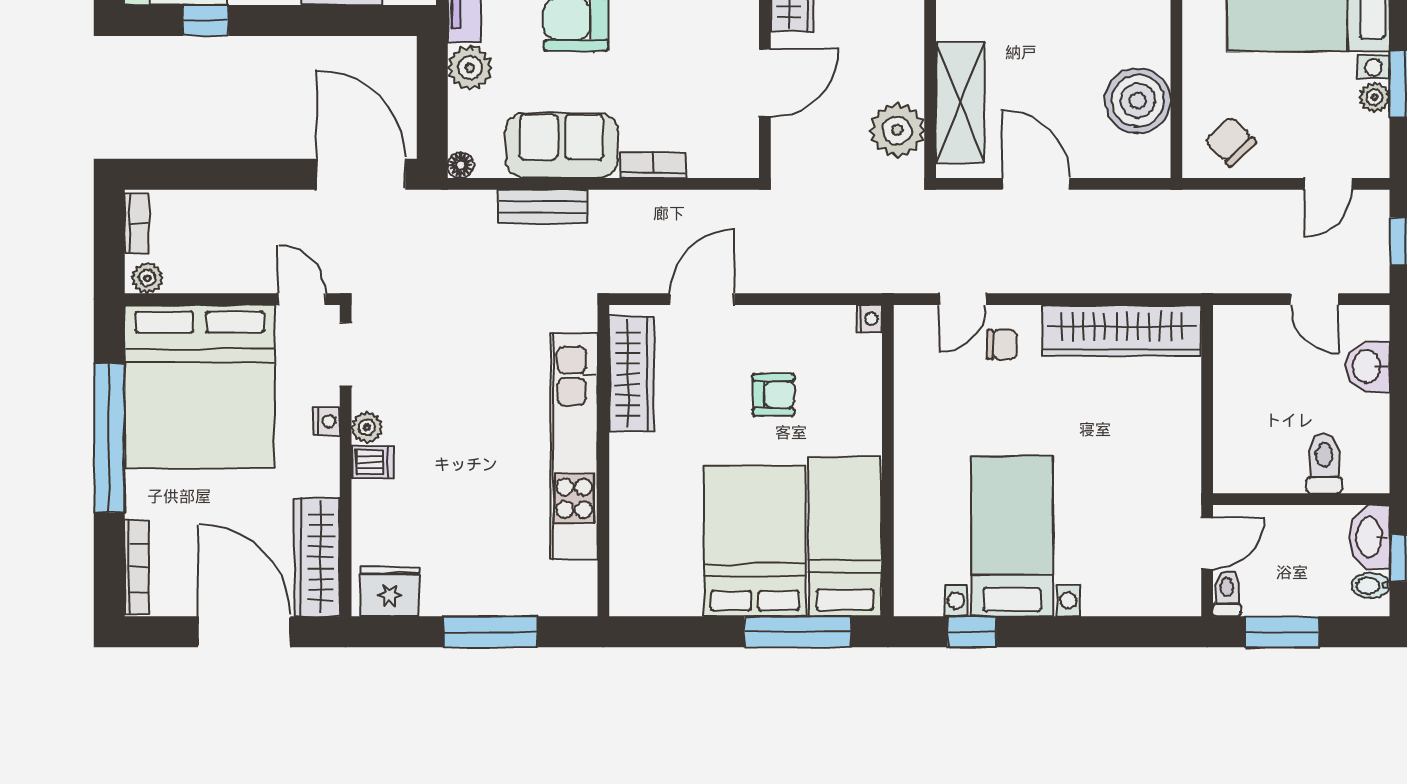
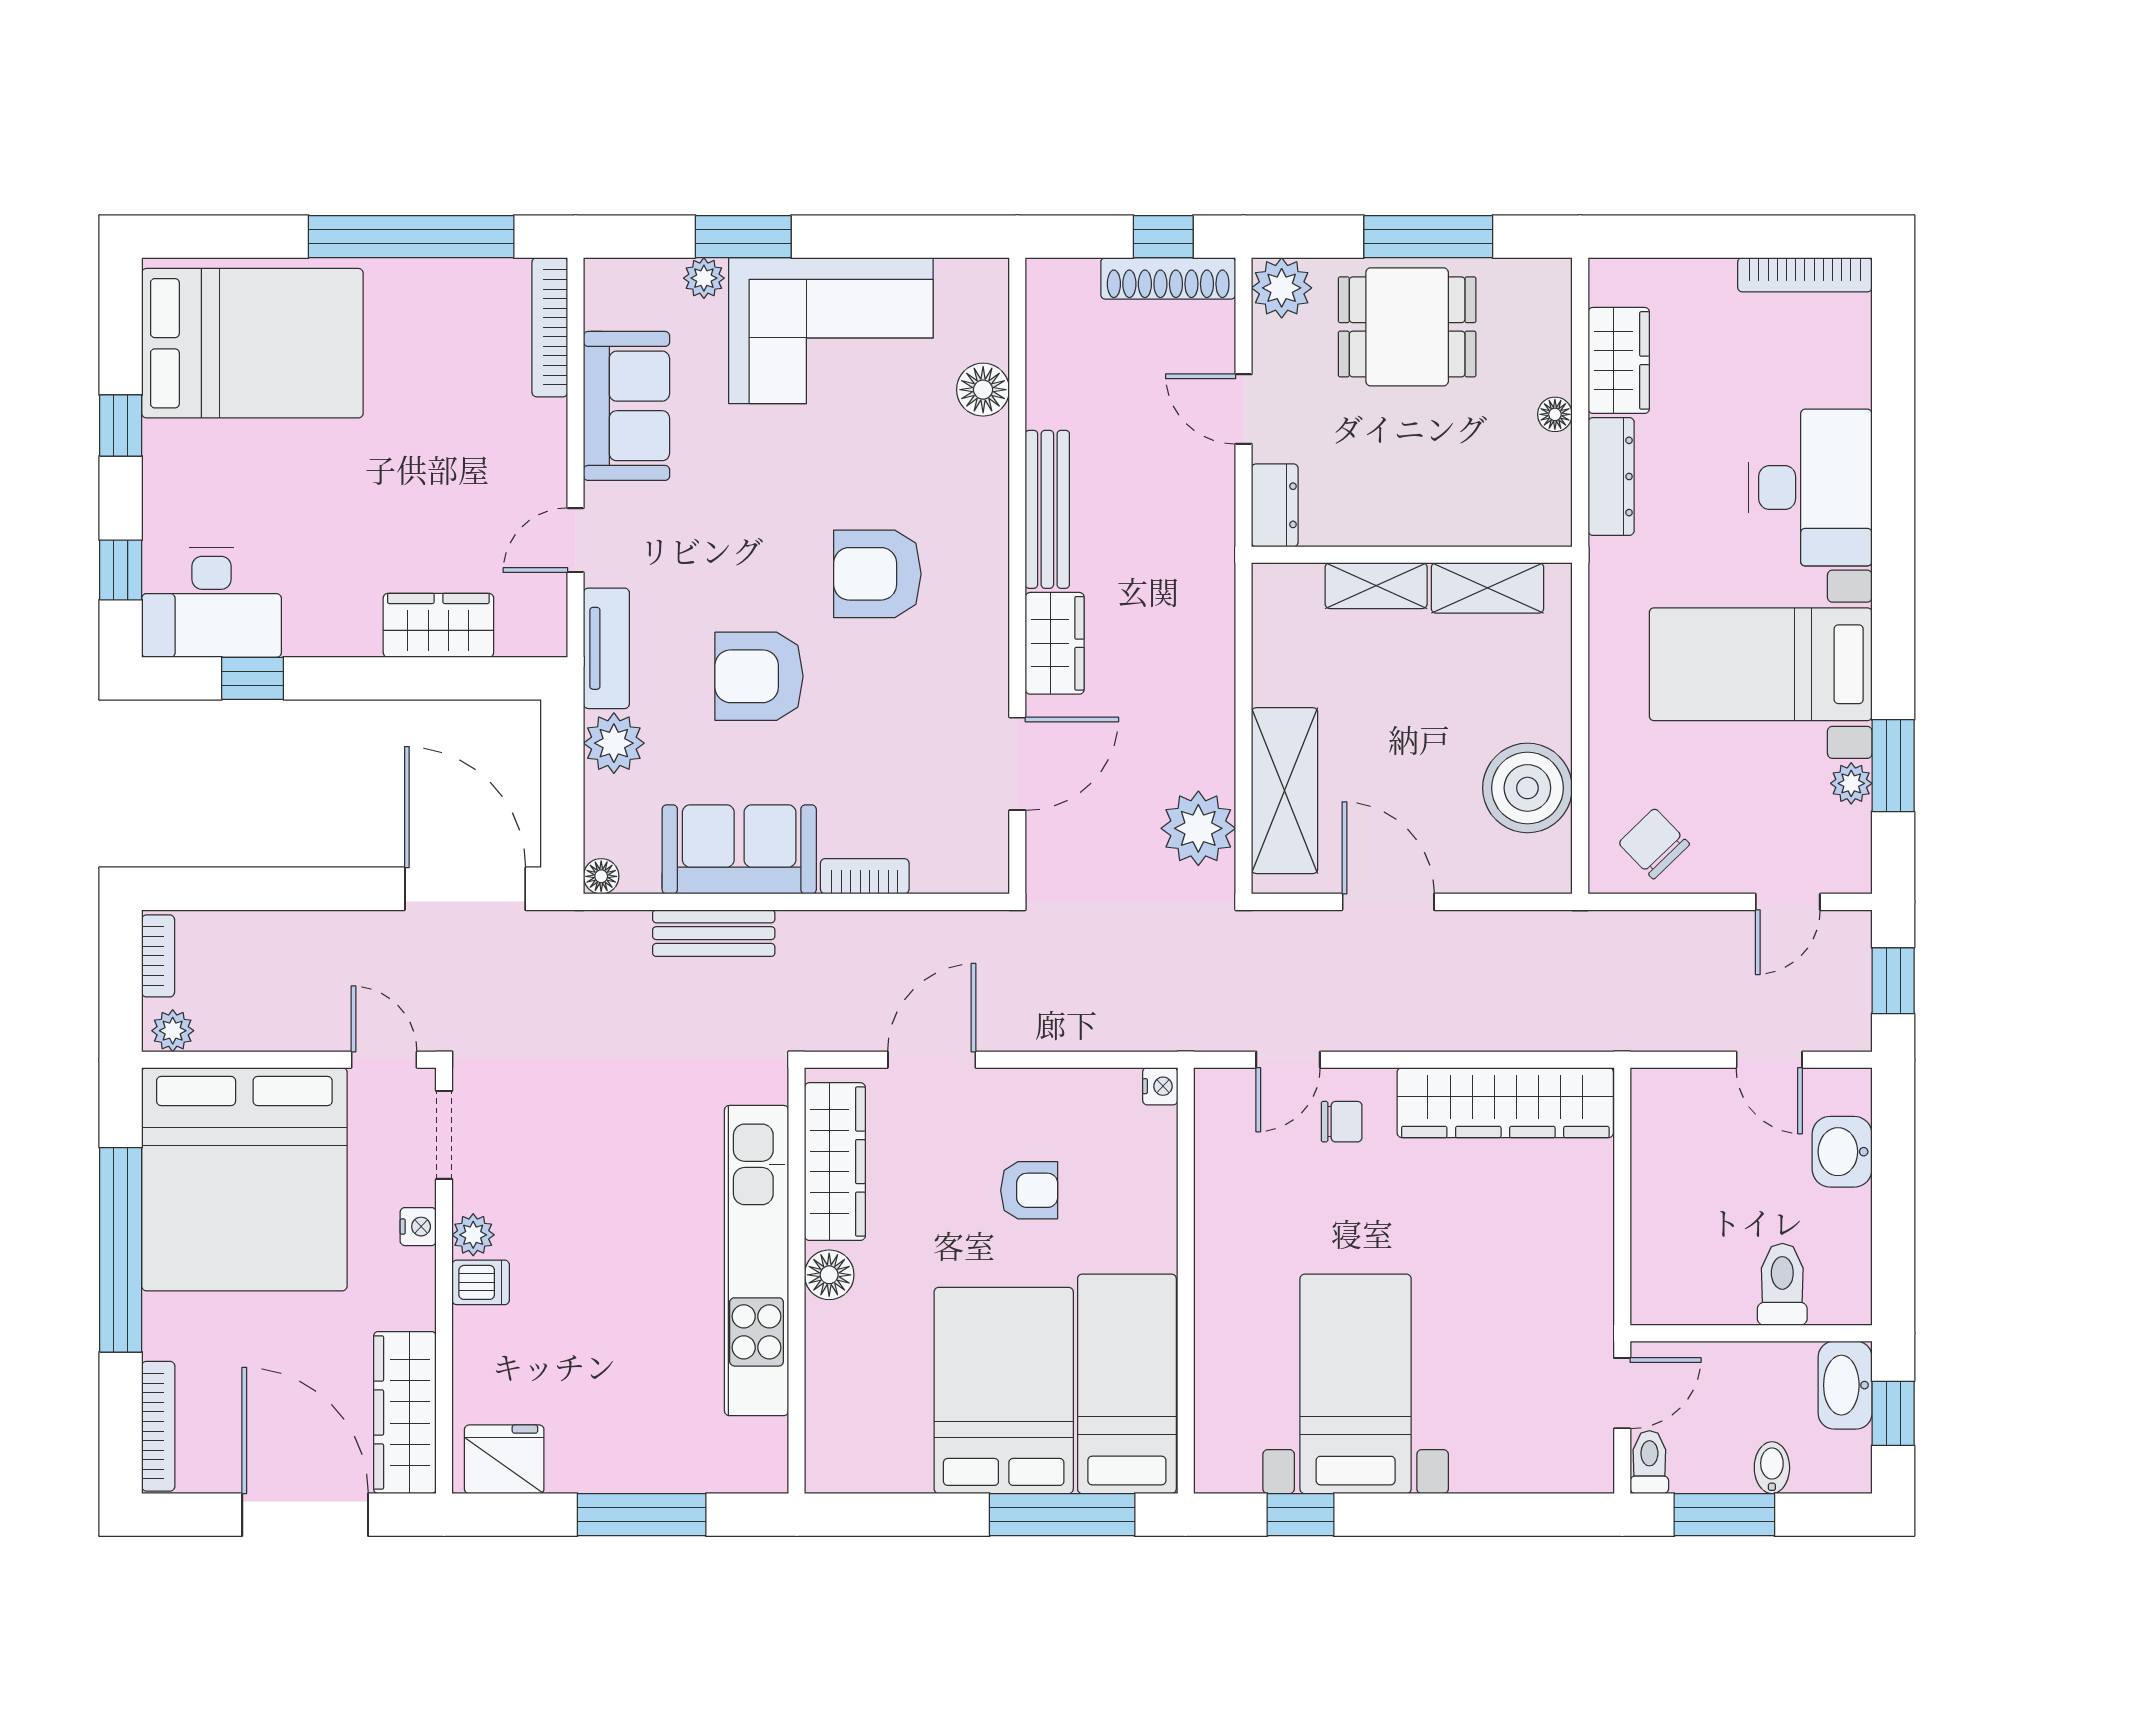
floor lamp: (627, 456) -> (829, 1275), added
bidet: (1371, 585) -> (1772, 1468), moved, turned 90

